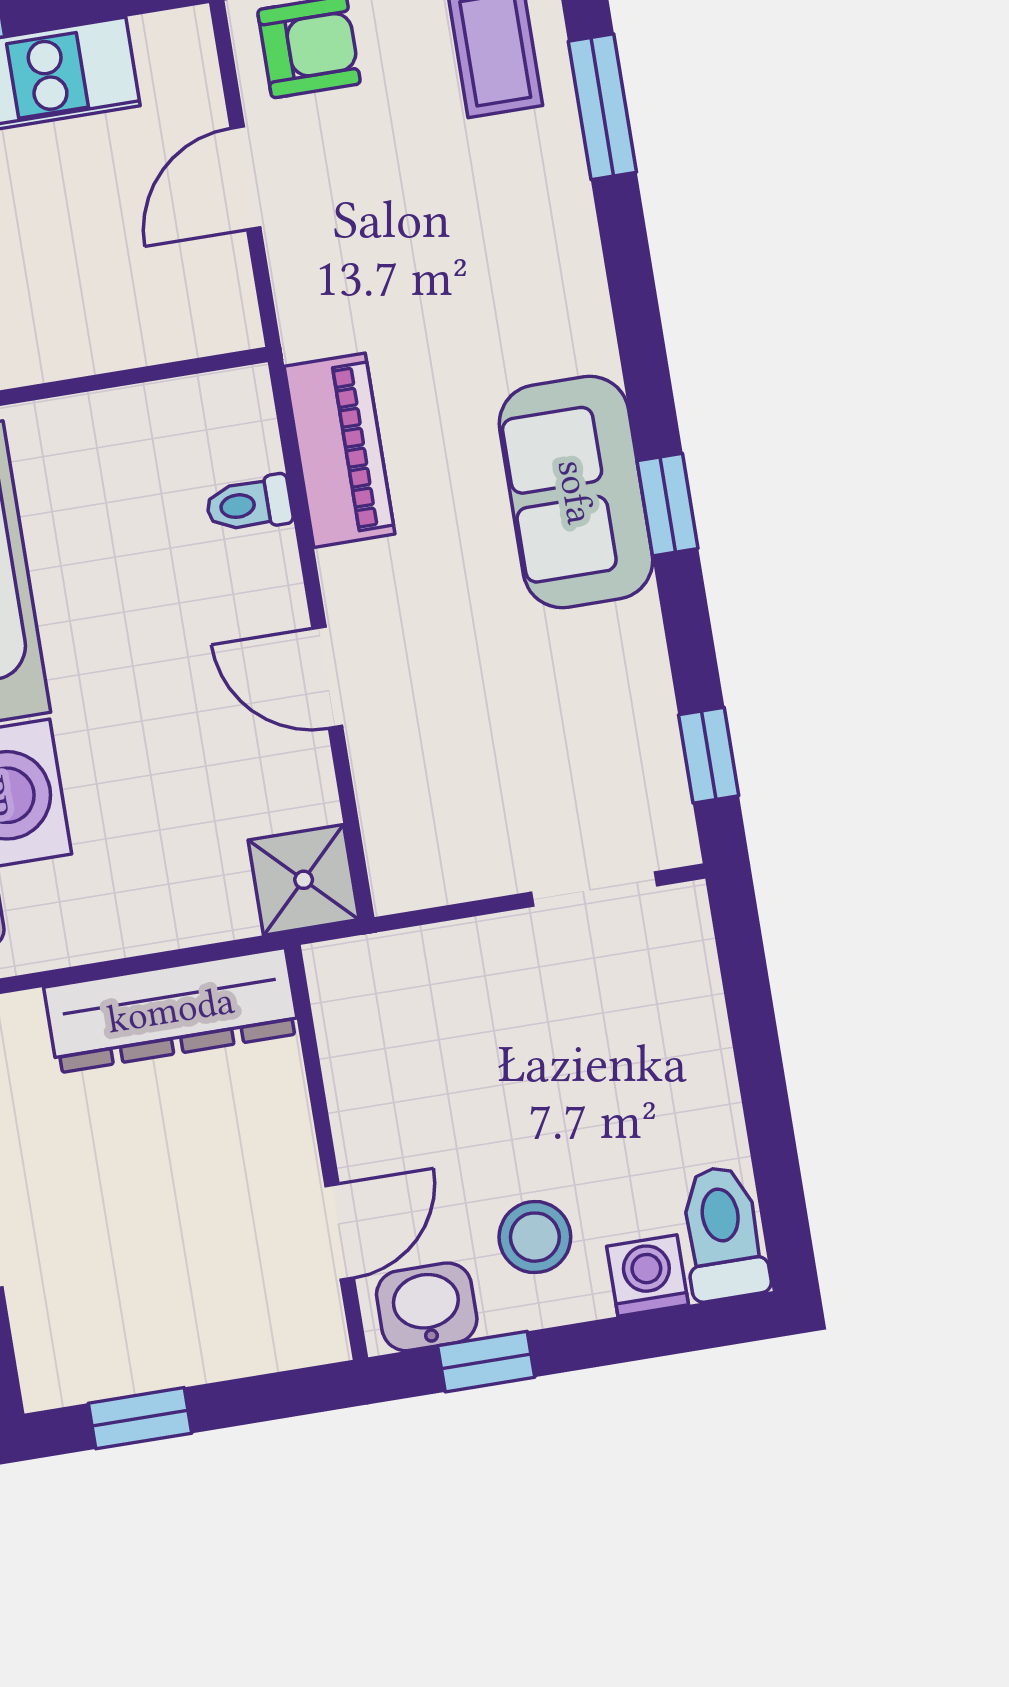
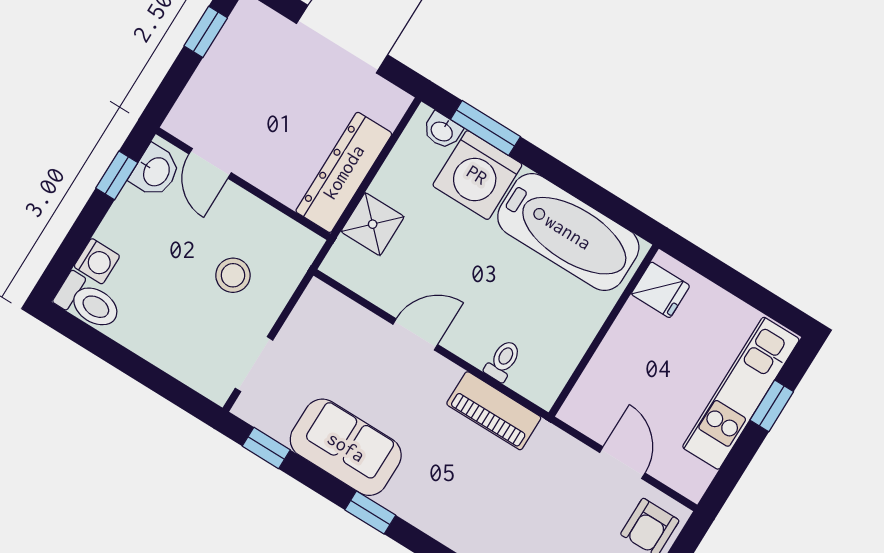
sofa: (576, 492) -> (346, 447), moved
shower: (304, 880) -> (373, 224), moved
stool: (535, 1237) -> (233, 275), moved

